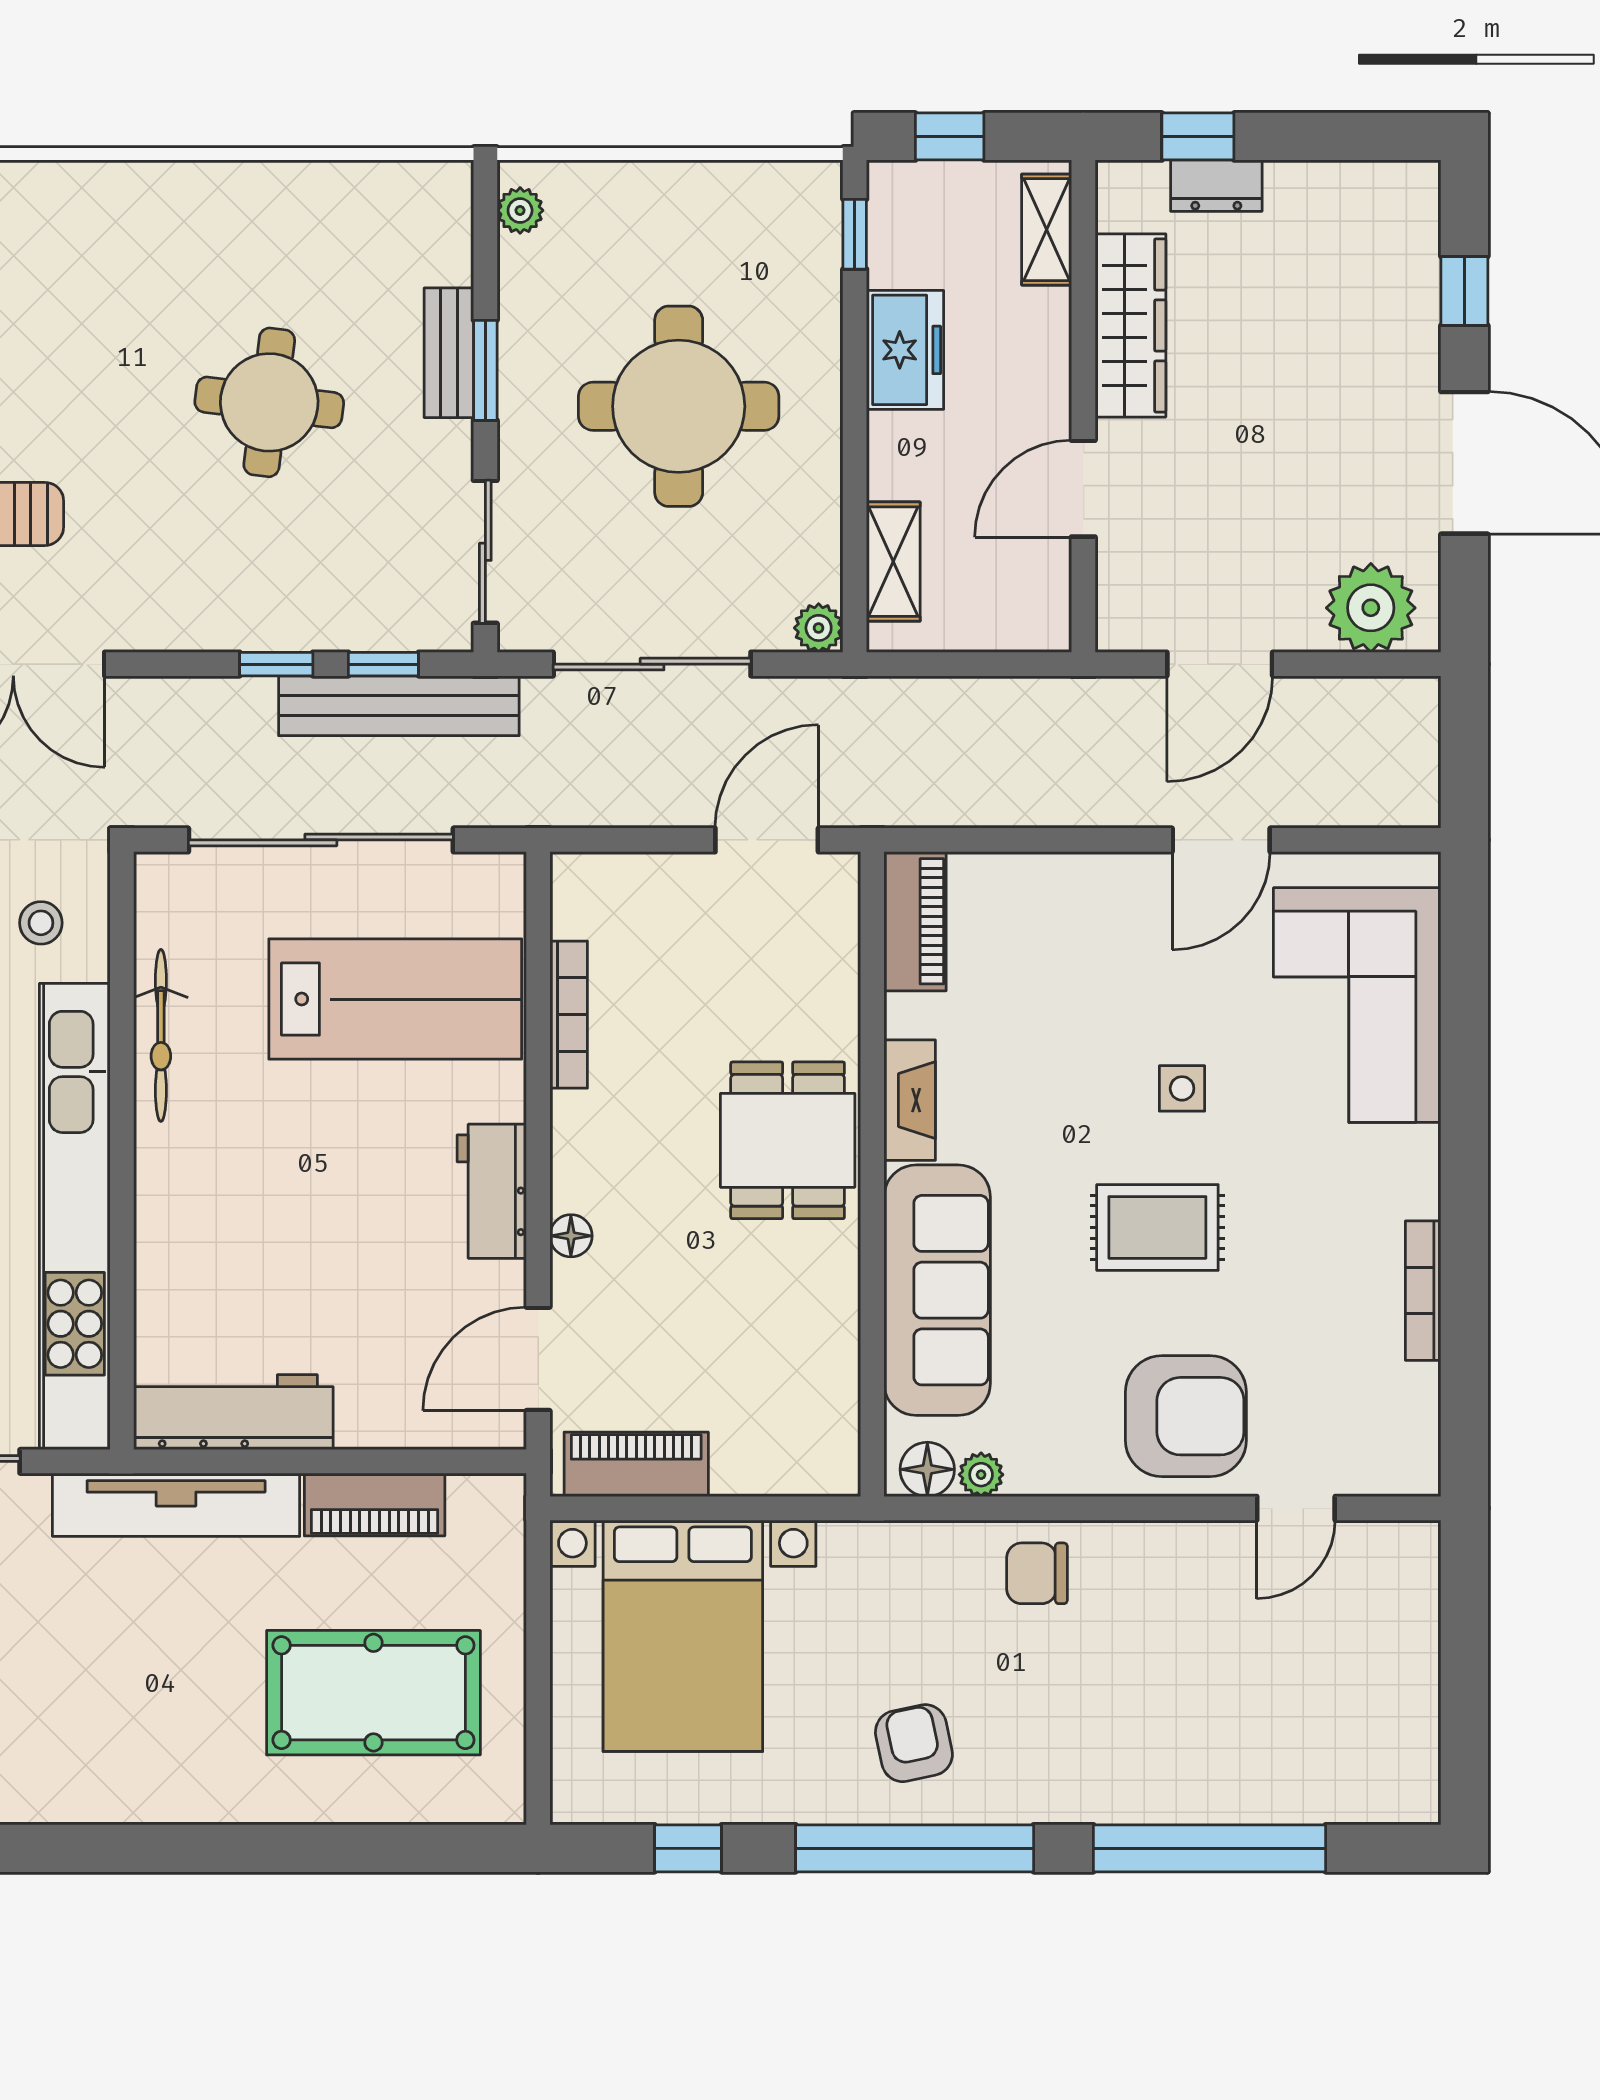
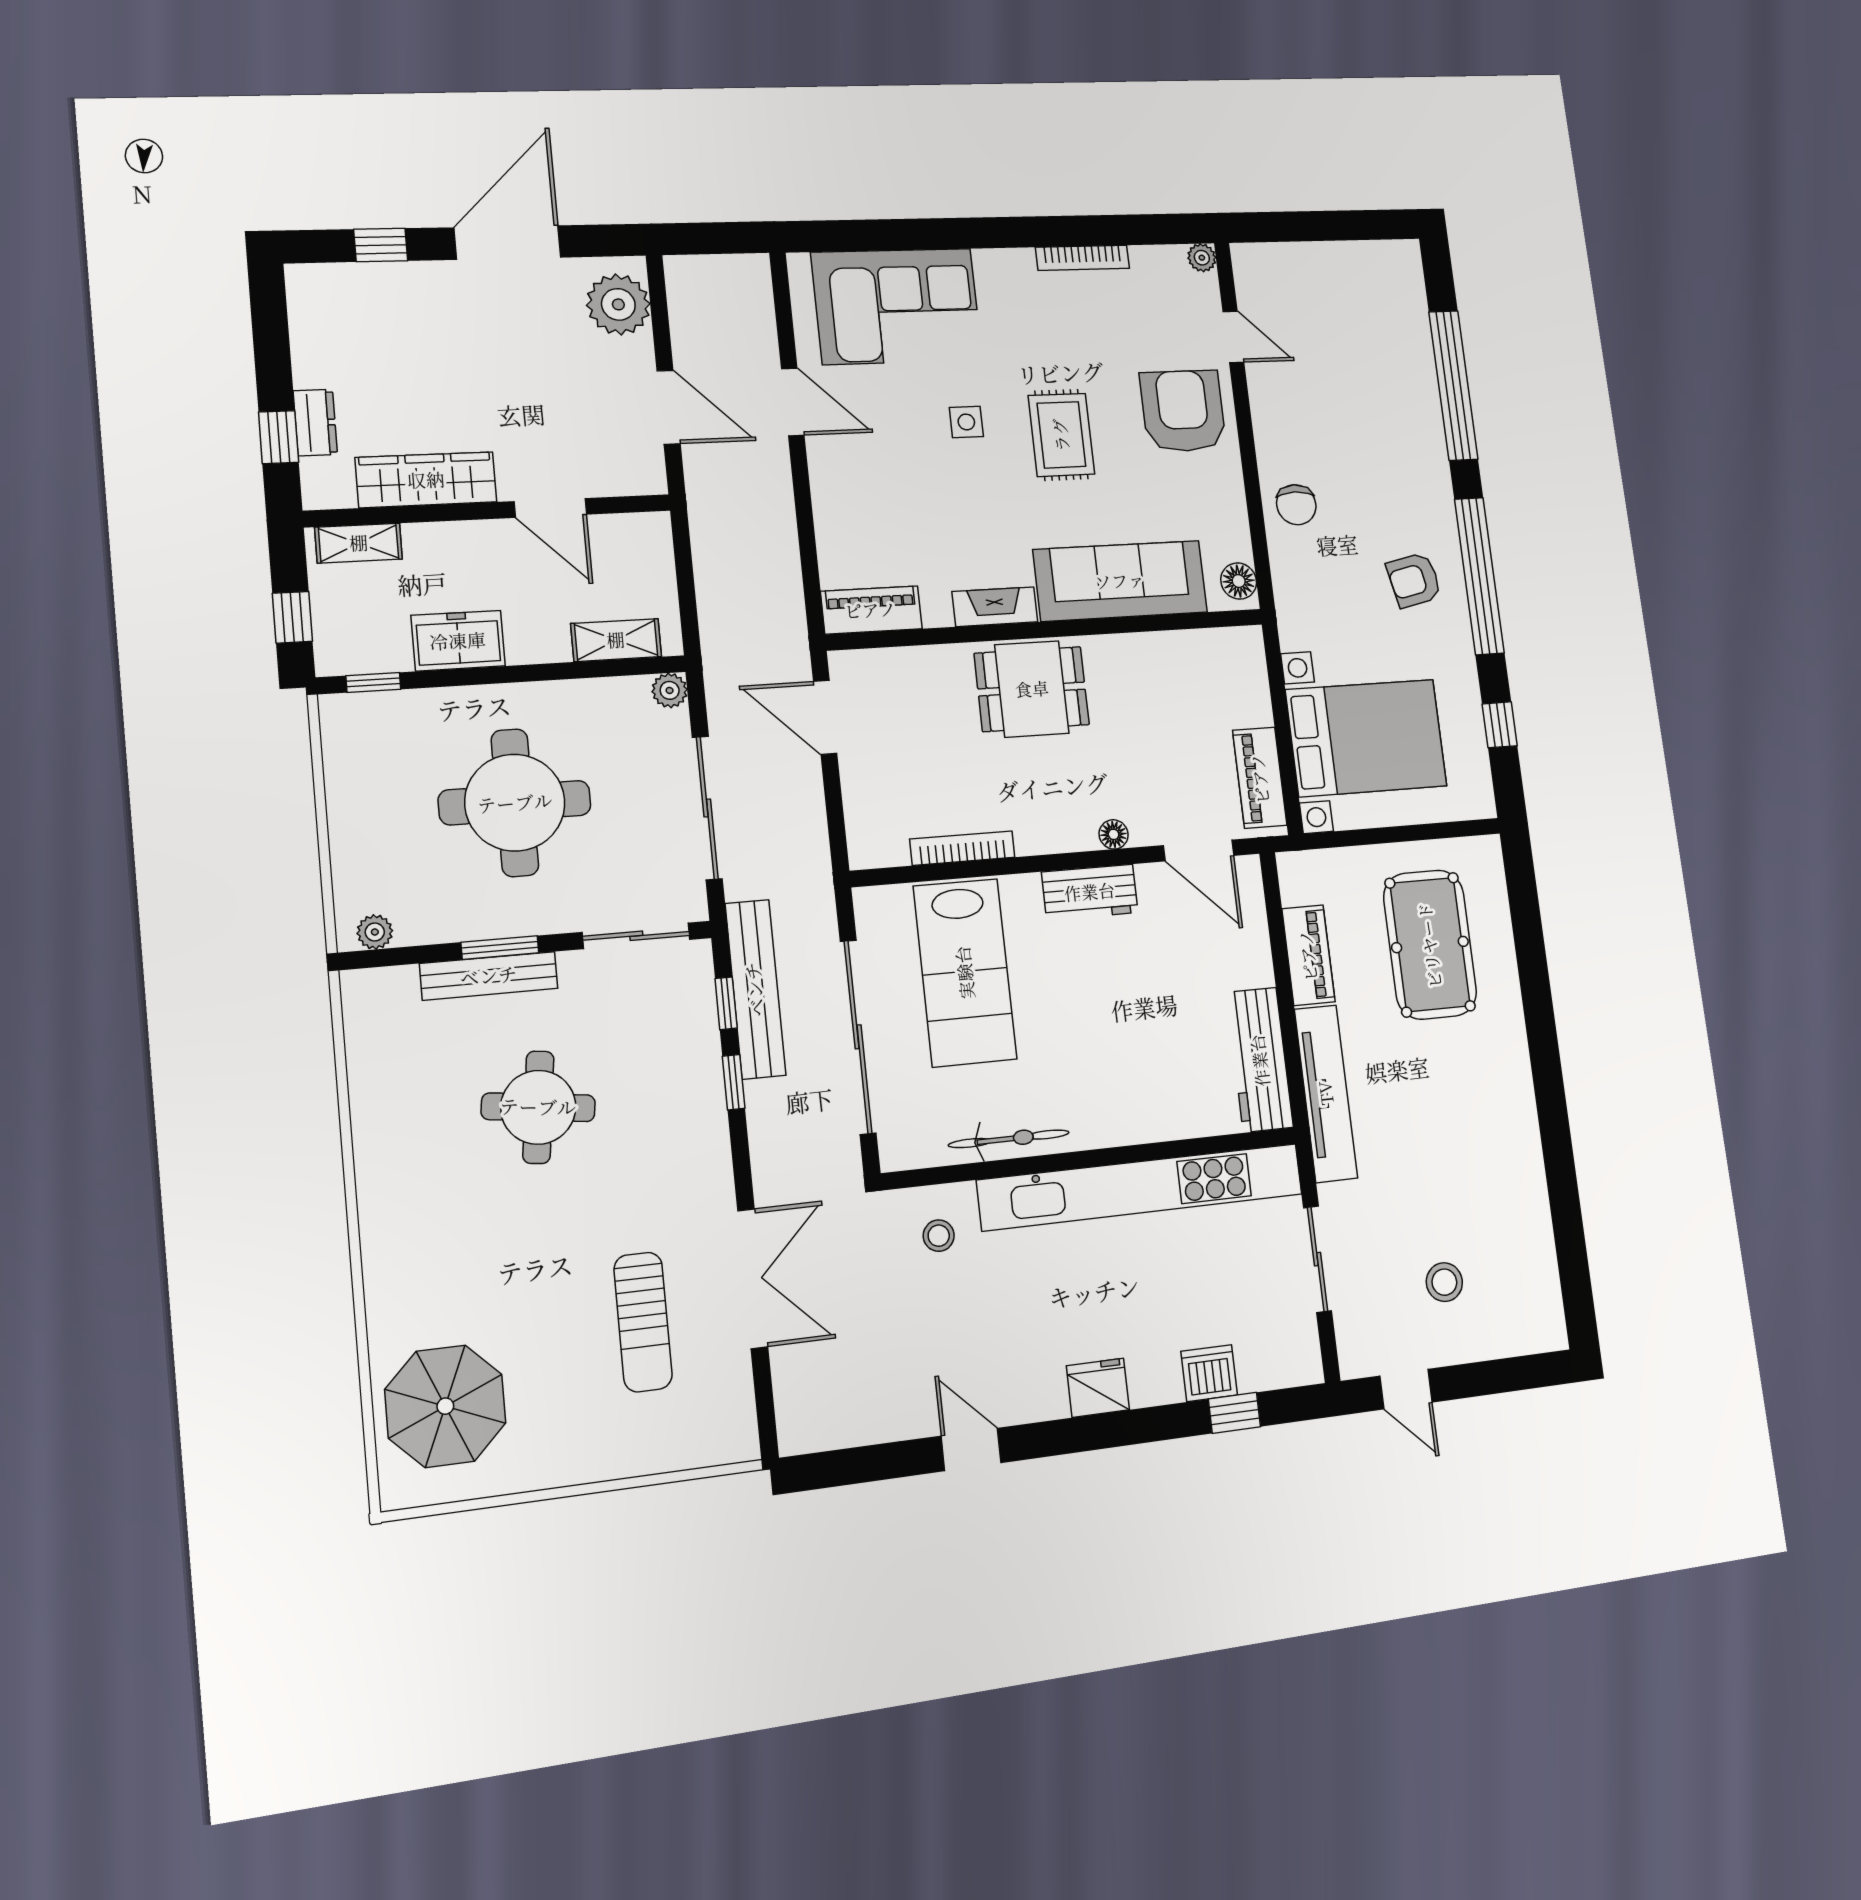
bench: (449, 353) -> (489, 976), width x1.36
lab bench: (395, 999) -> (965, 972), turned 180
plant: (981, 1475) -> (1202, 258), moved

